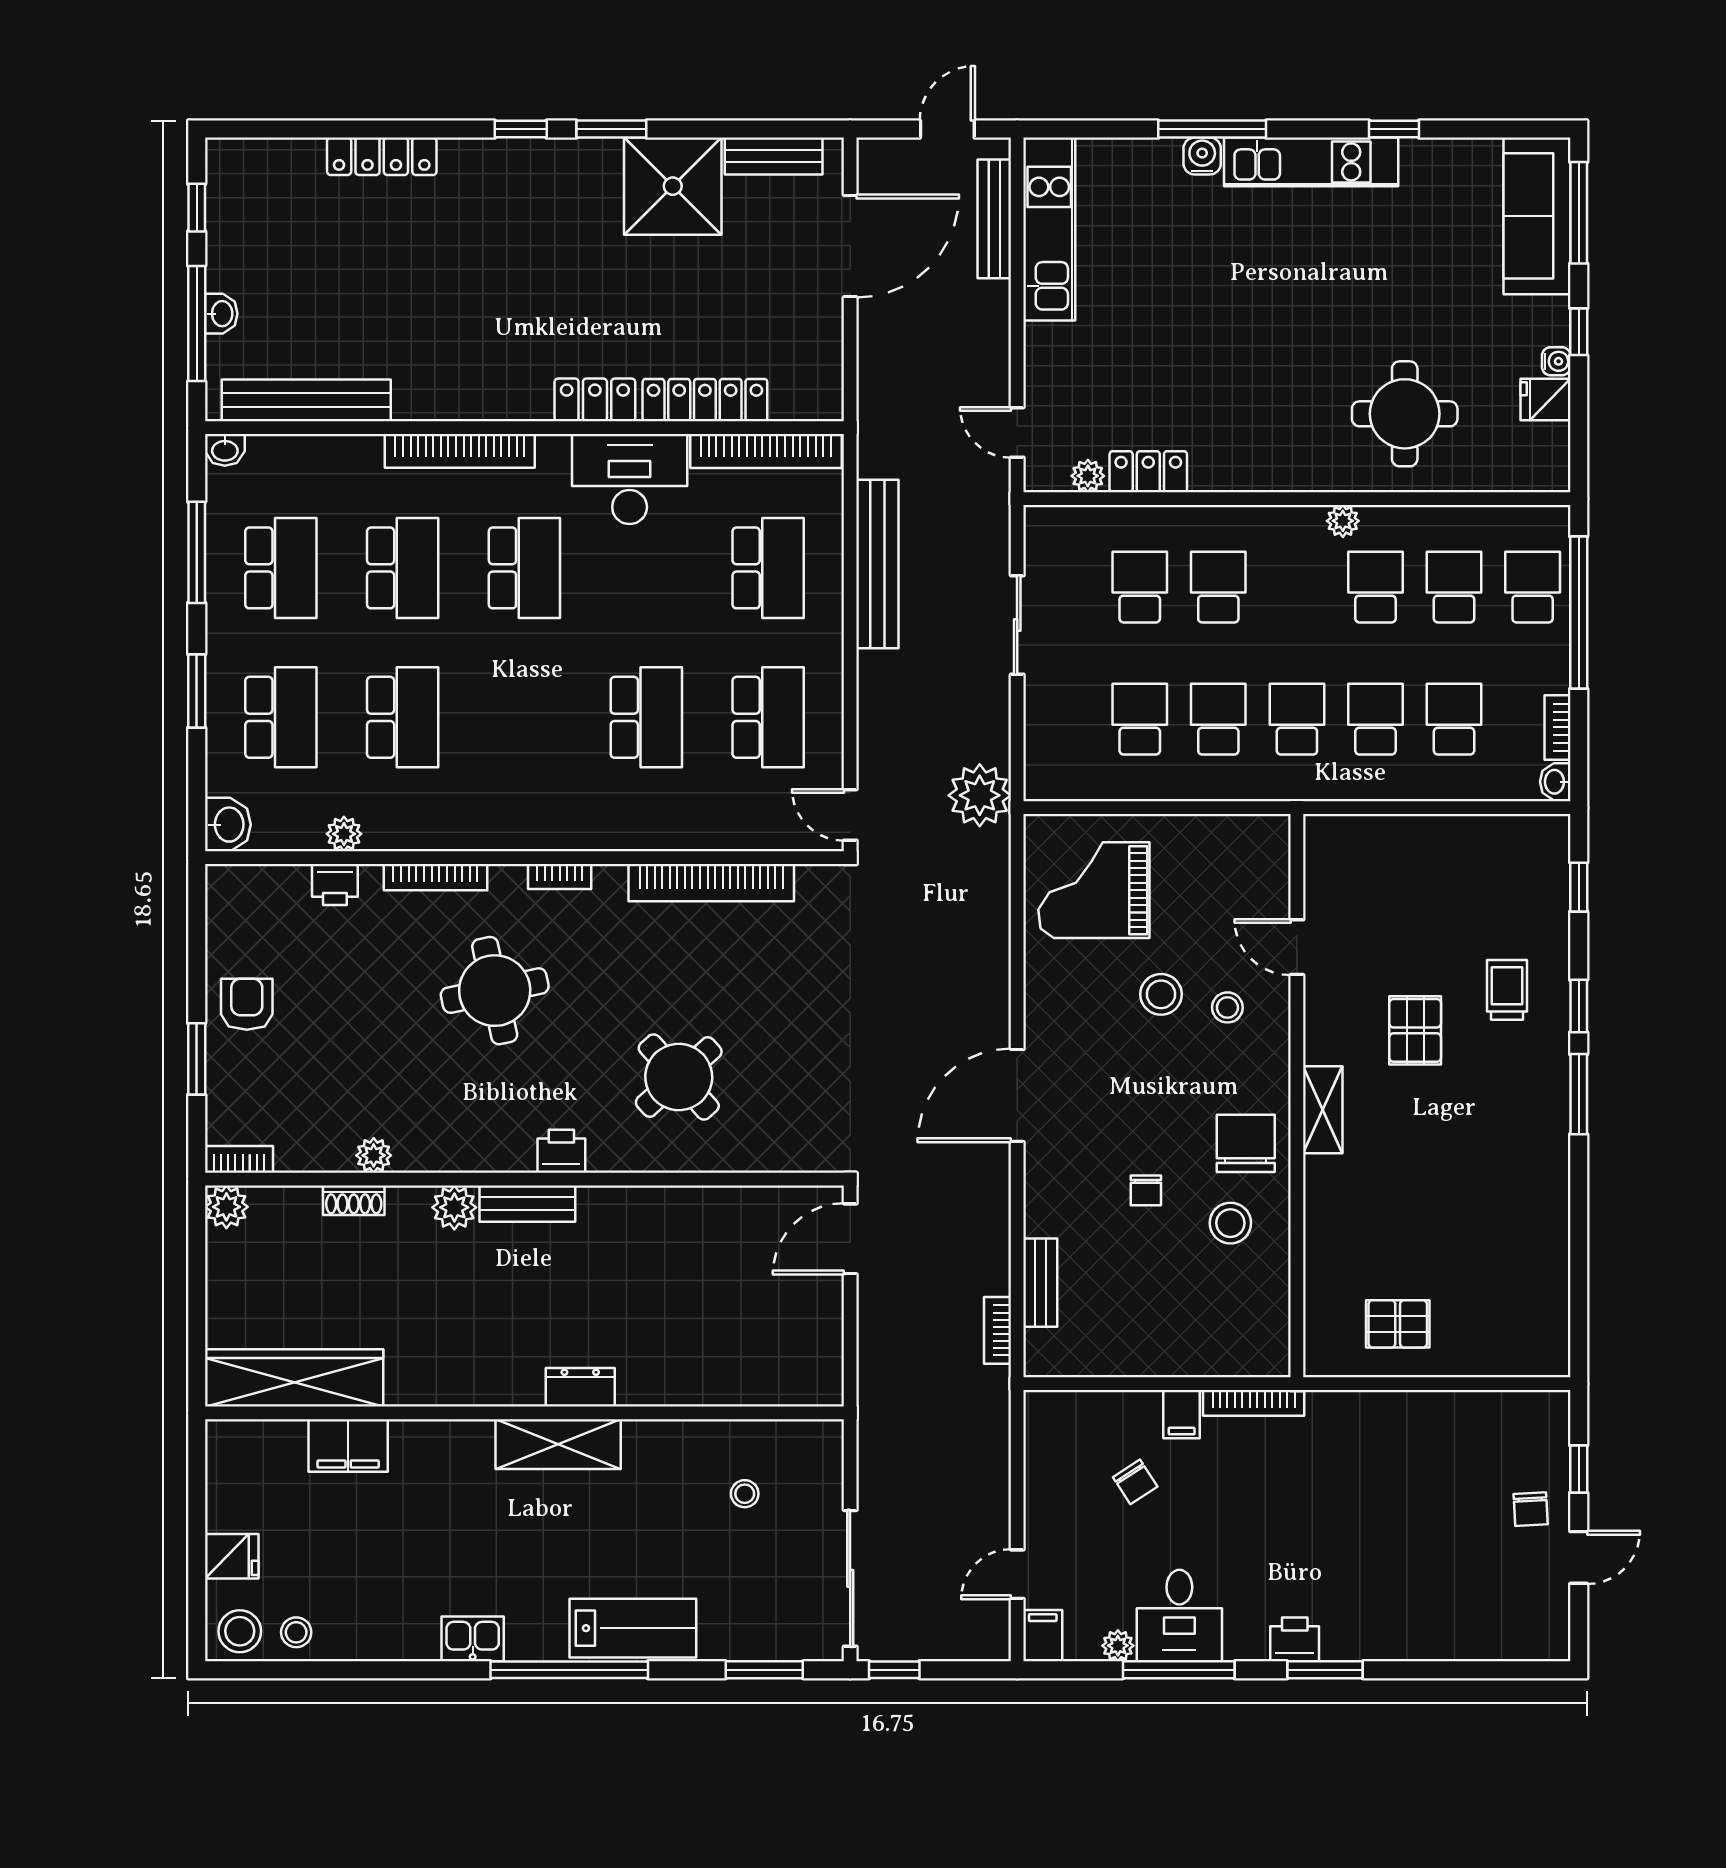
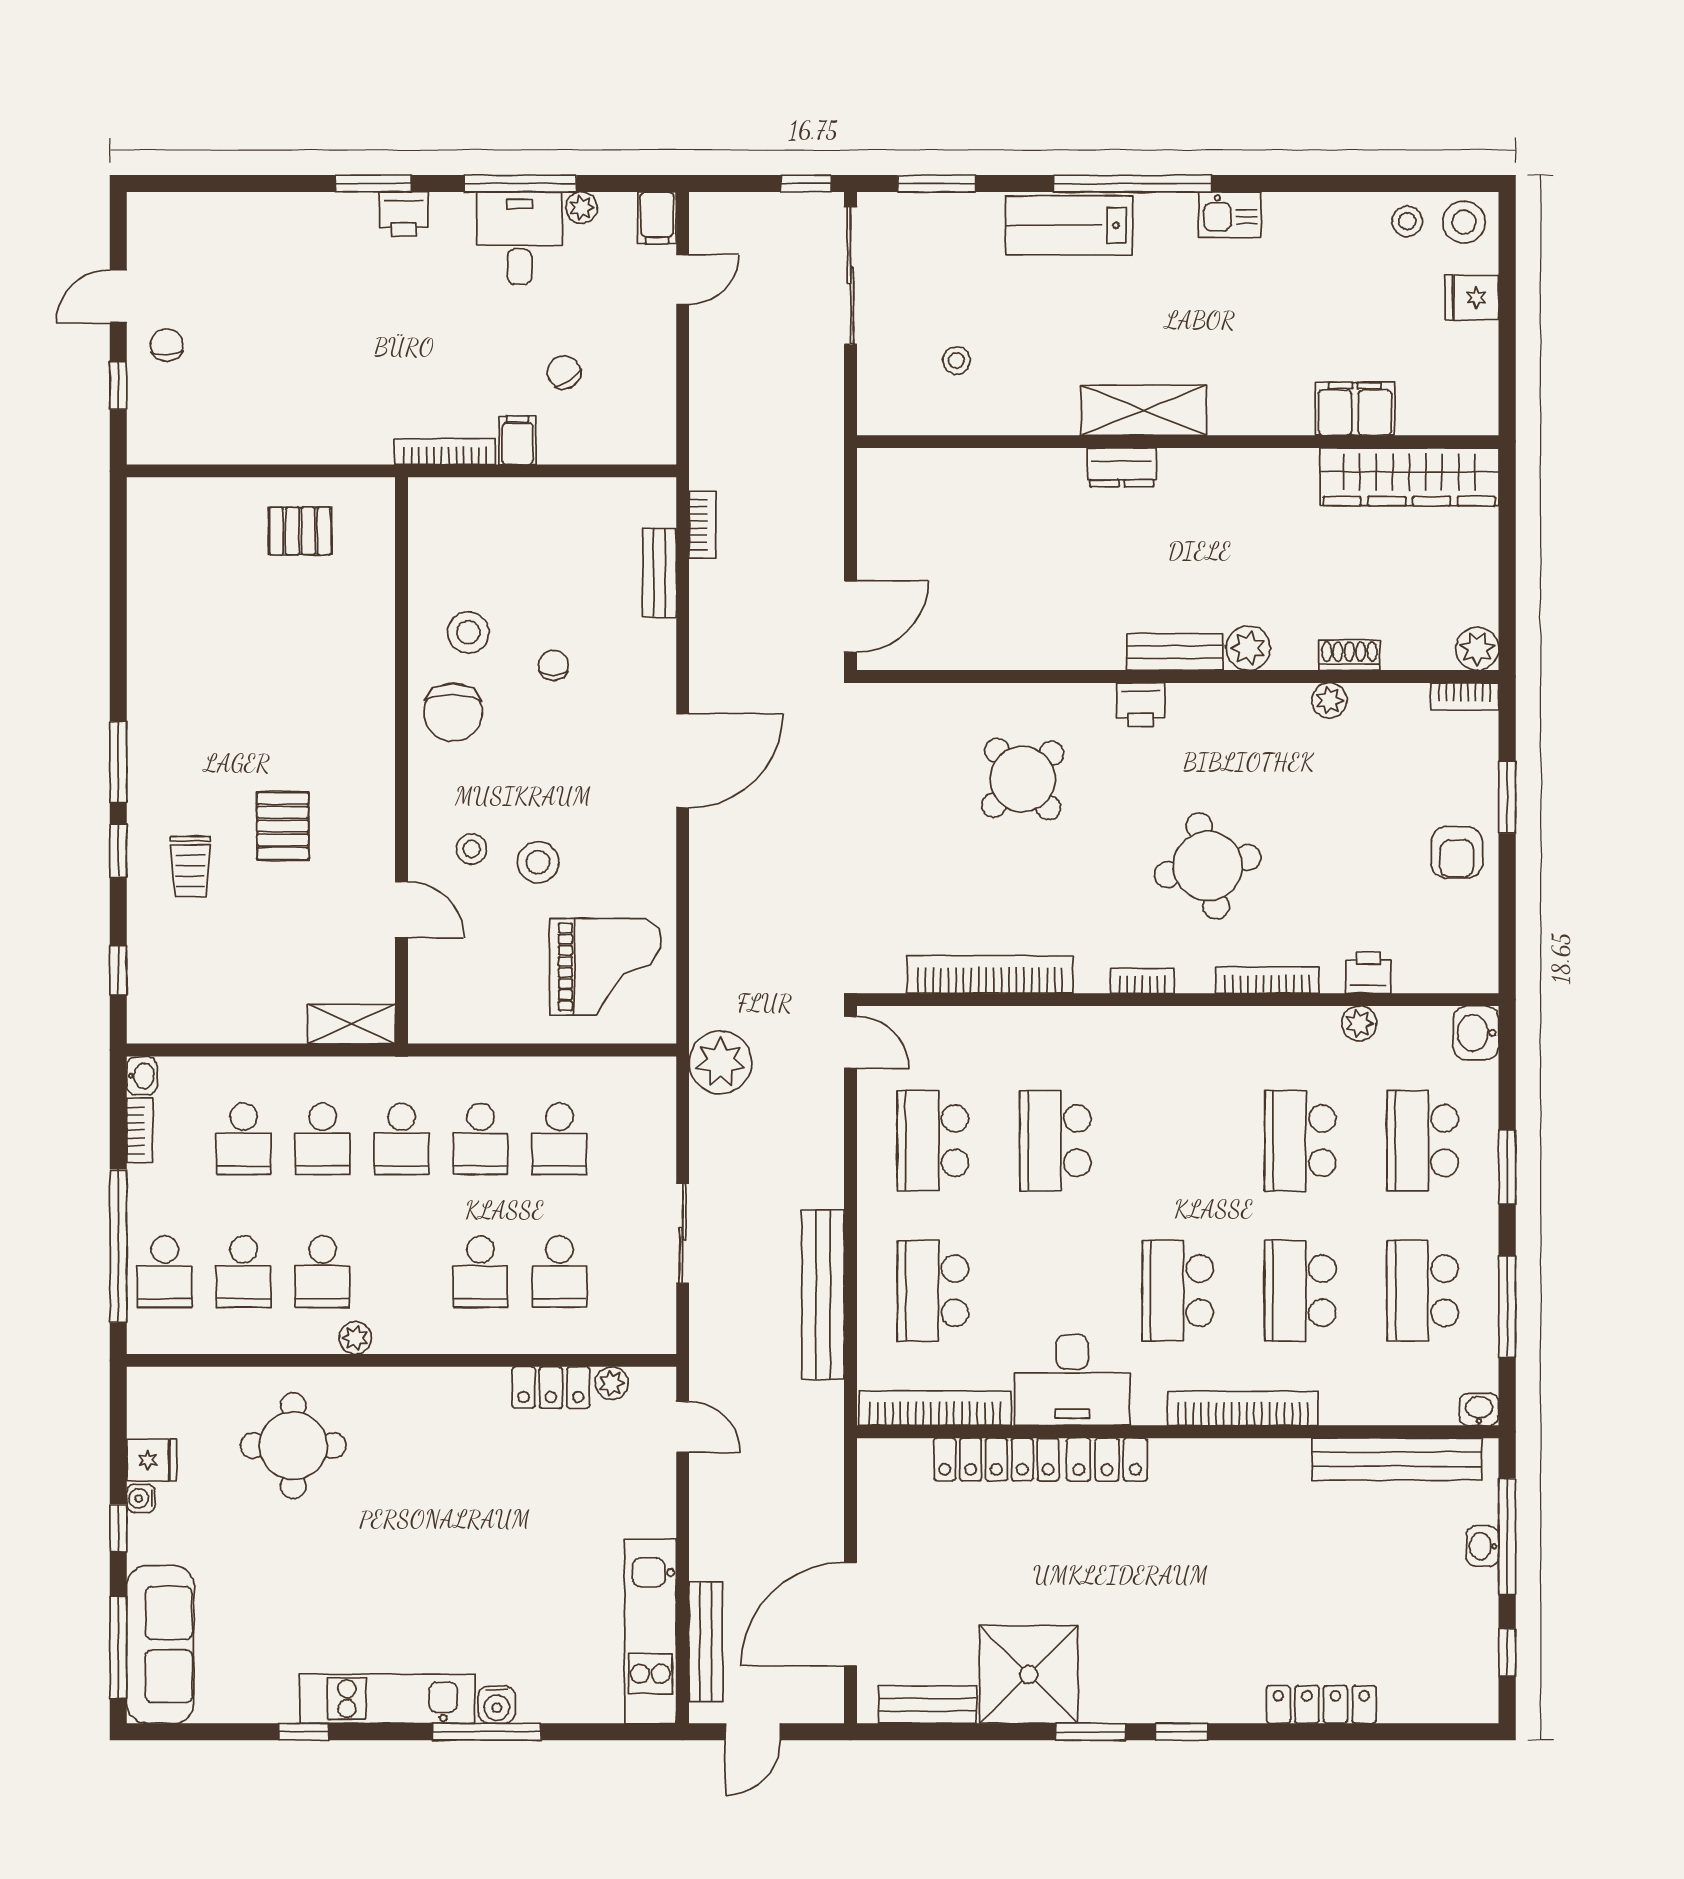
shelving: (1323, 1110) -> (351, 1024), moved, turned 90

